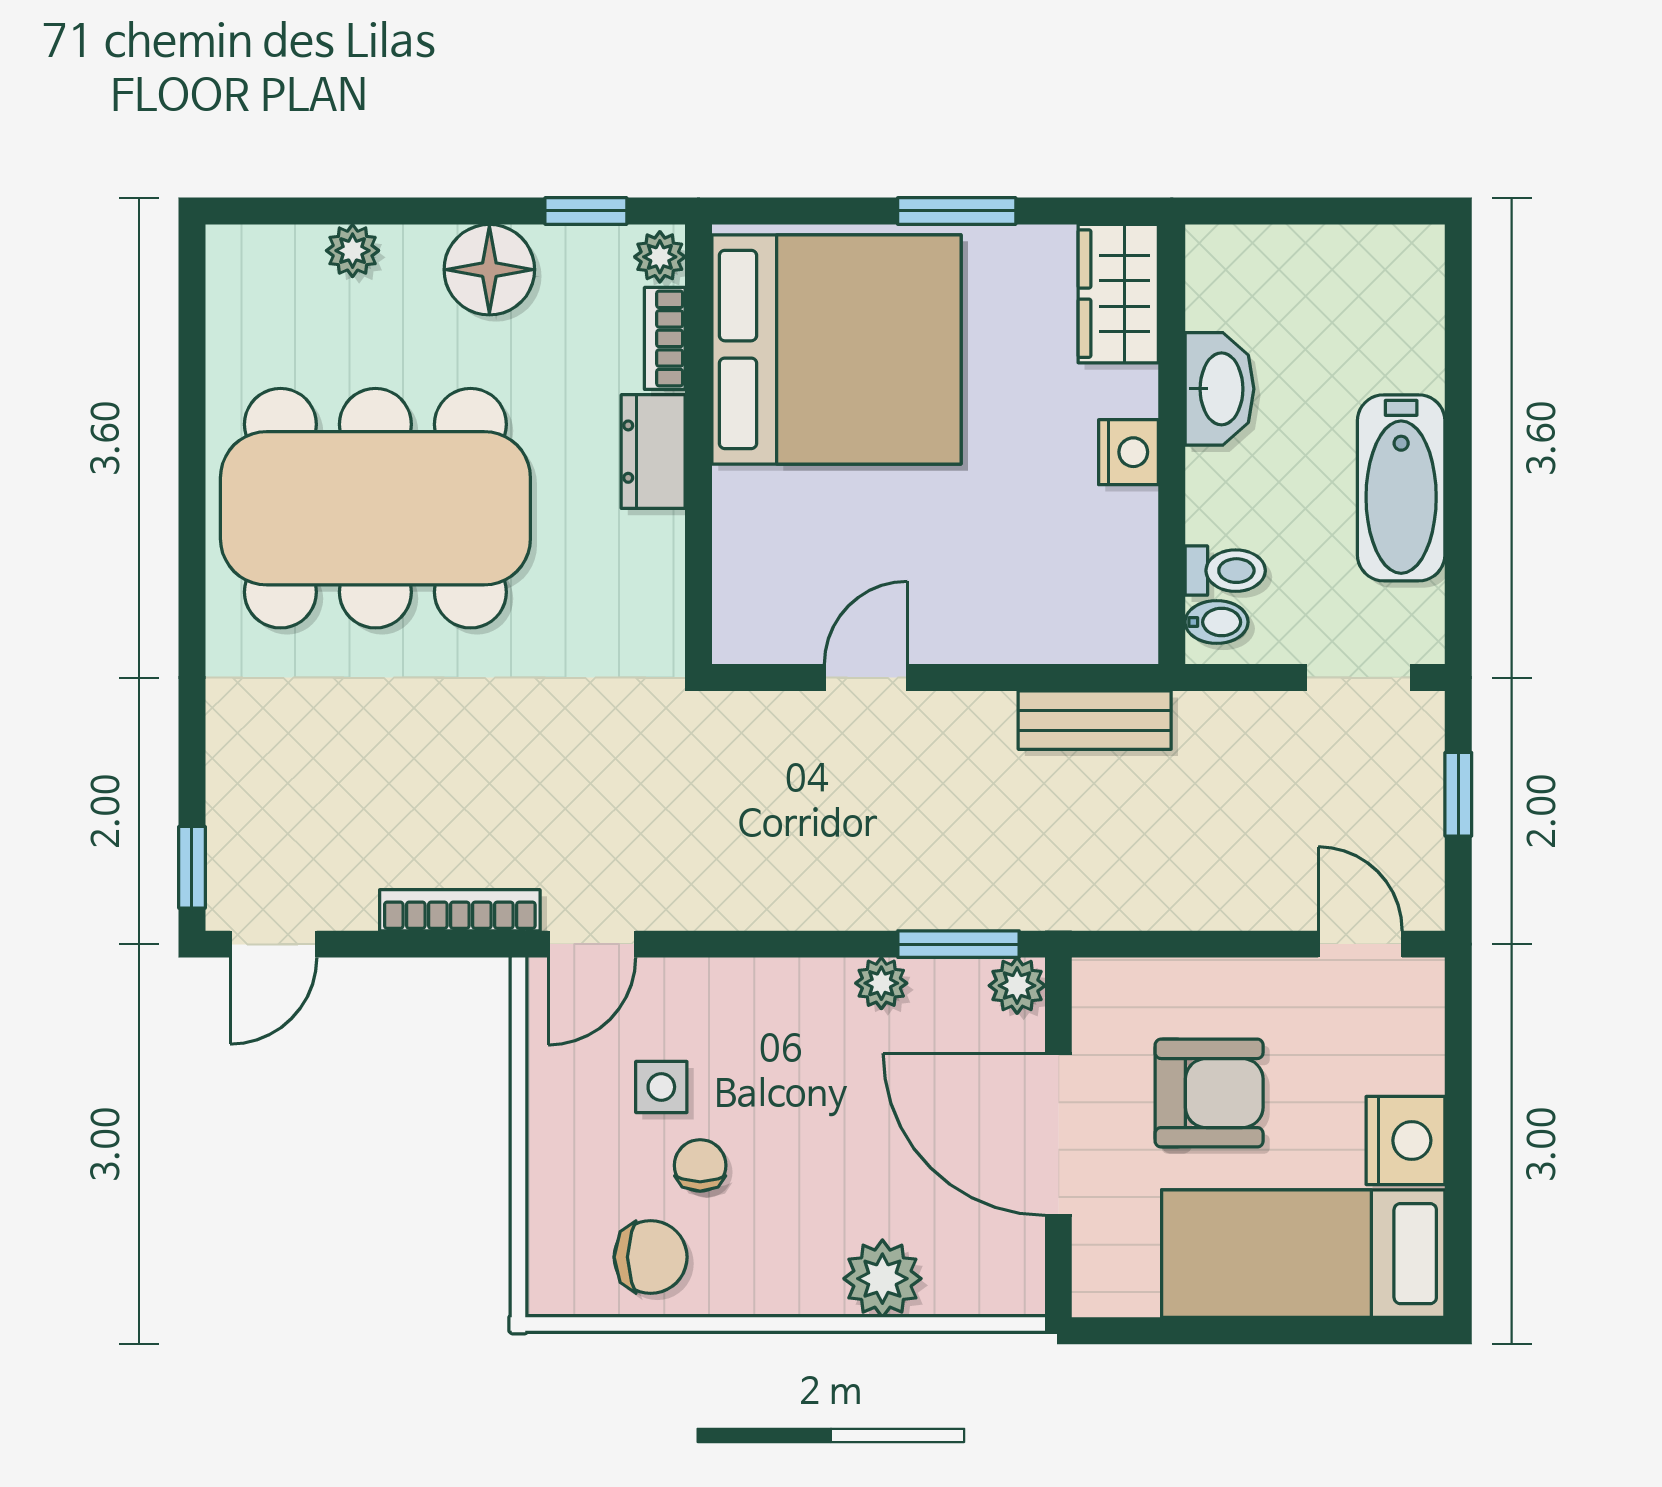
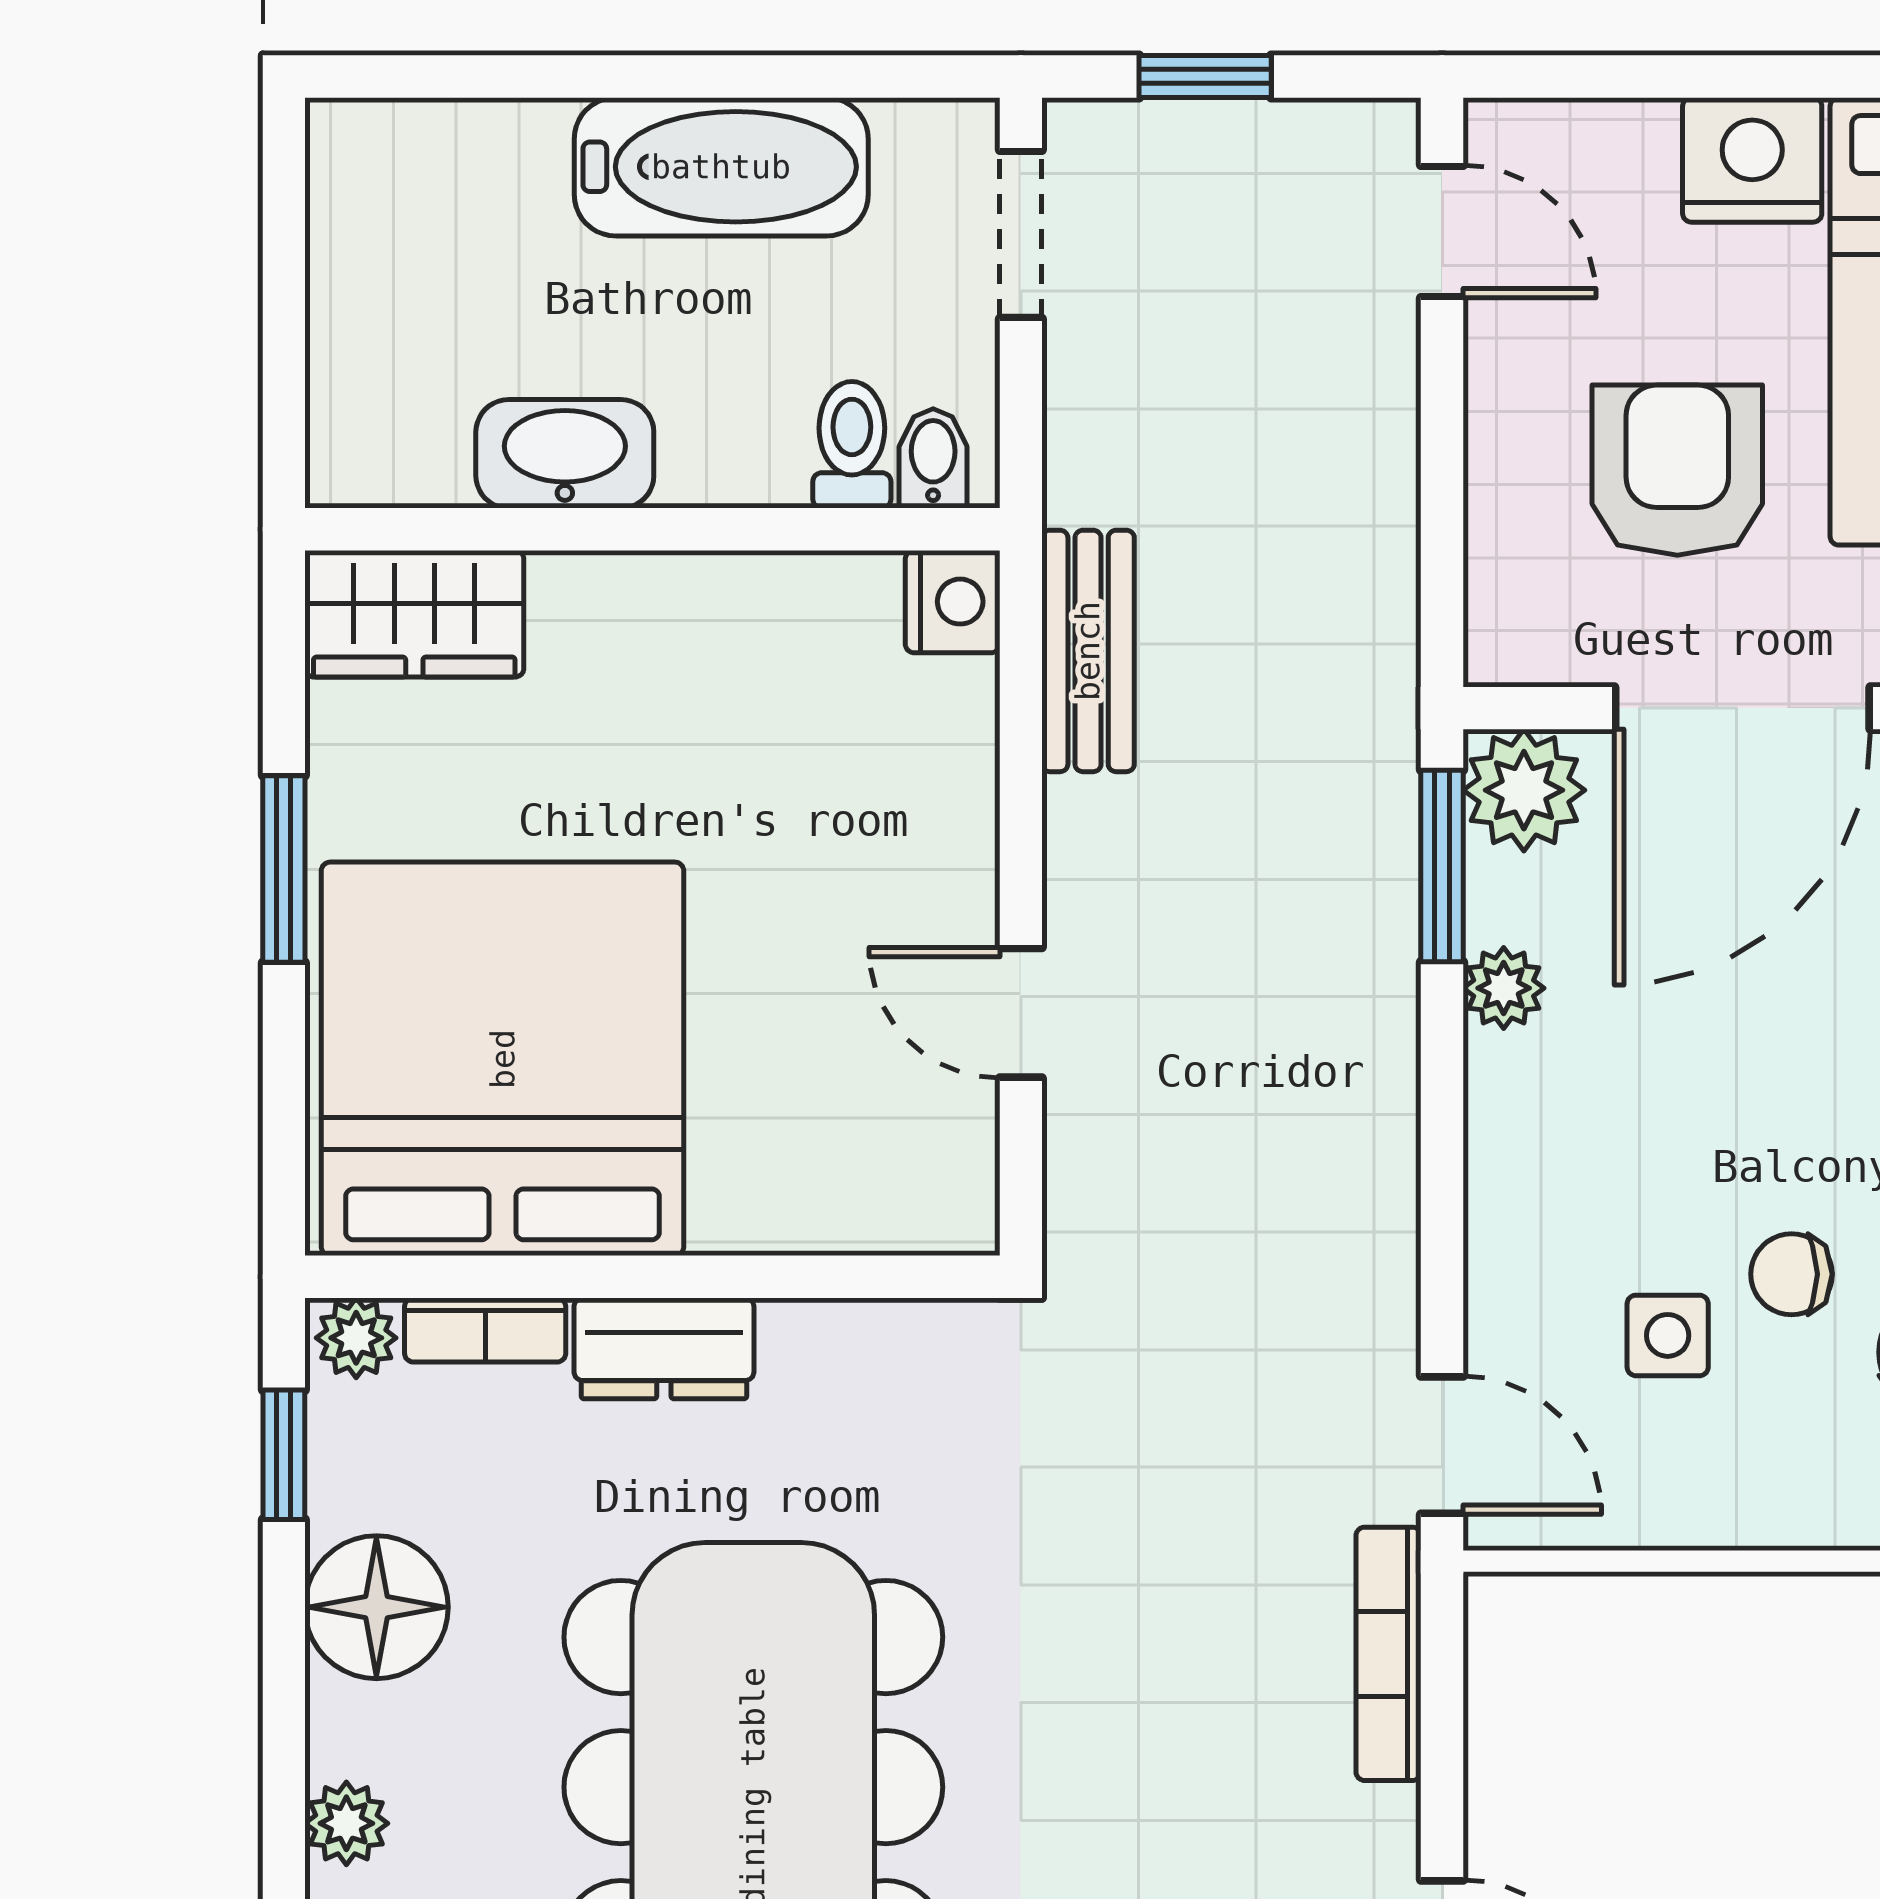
nightstand: (1128, 452) -> (953, 602), moved, turned 90
door: (1360, 944) -> (1442, 232), swing flipped
plant: (1017, 986) -> (1524, 790), width x1.38, depth x1.38

